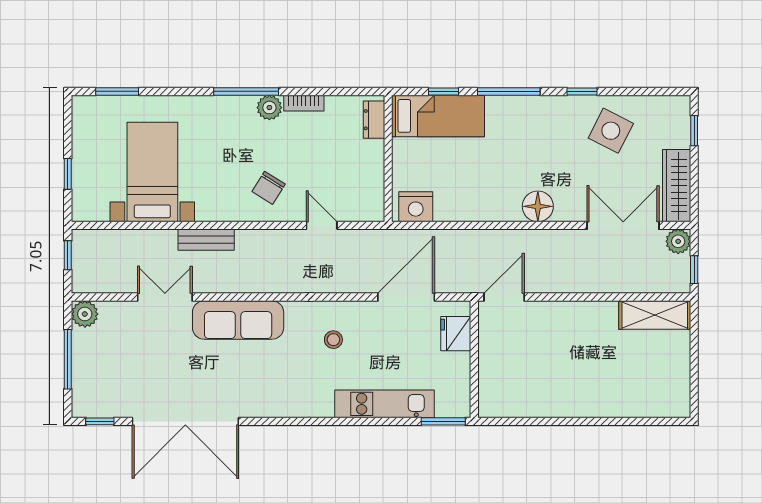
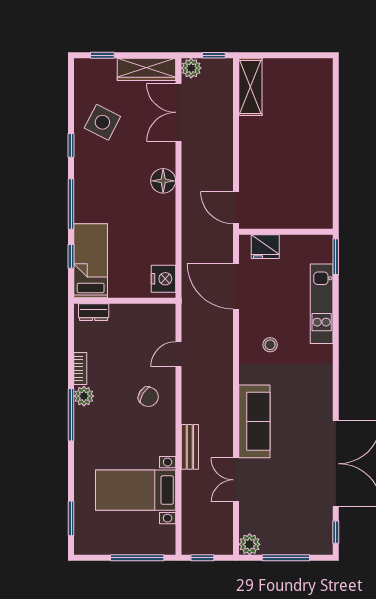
window: (68, 174) -> (137, 558), width x2.17

